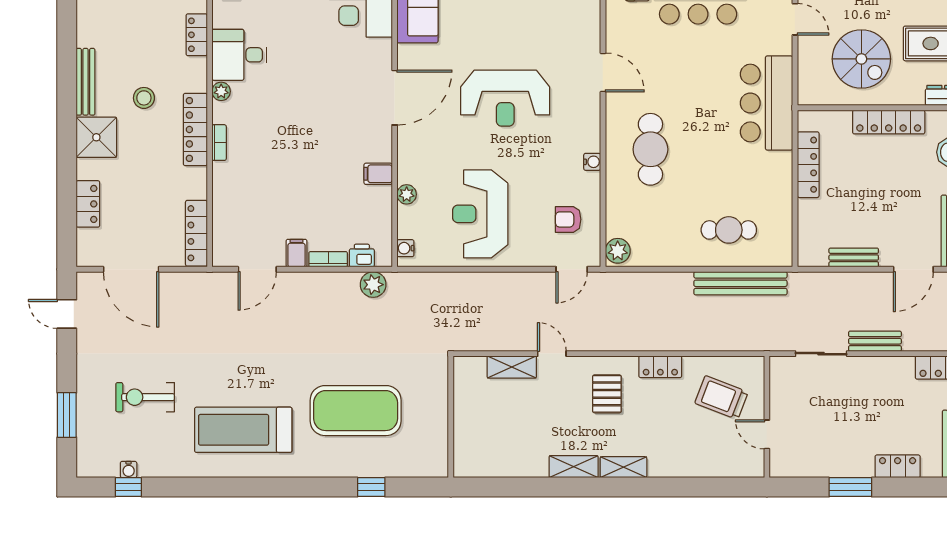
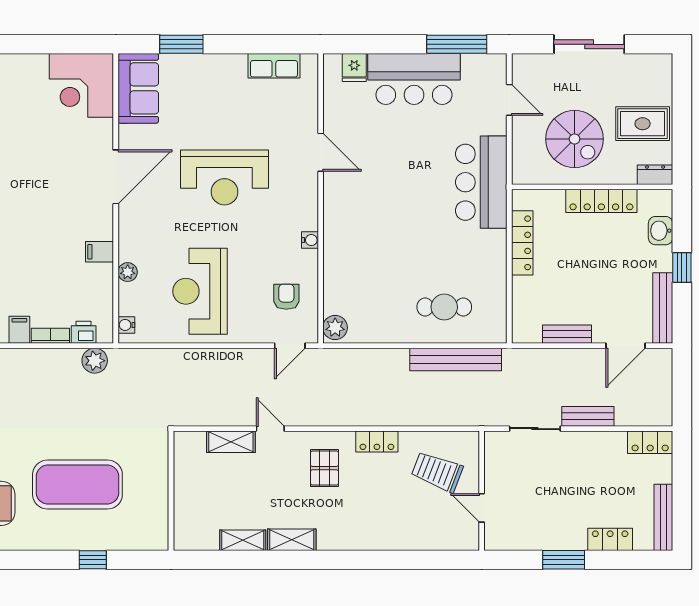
cafe table: (650, 149) -> (367, 228), removed
armchair: (568, 219) -> (286, 297), turned 90
shelving: (623, 467) -> (243, 540), moved

